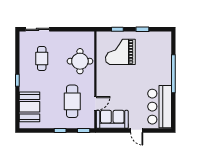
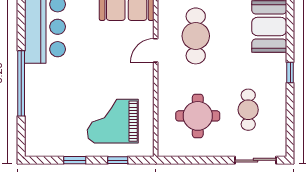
grand piano: (120, 52) -> (113, 121), turned 180
round table: (80, 61) -> (198, 116), moved
door: (95, 103) -> (156, 50), moved

